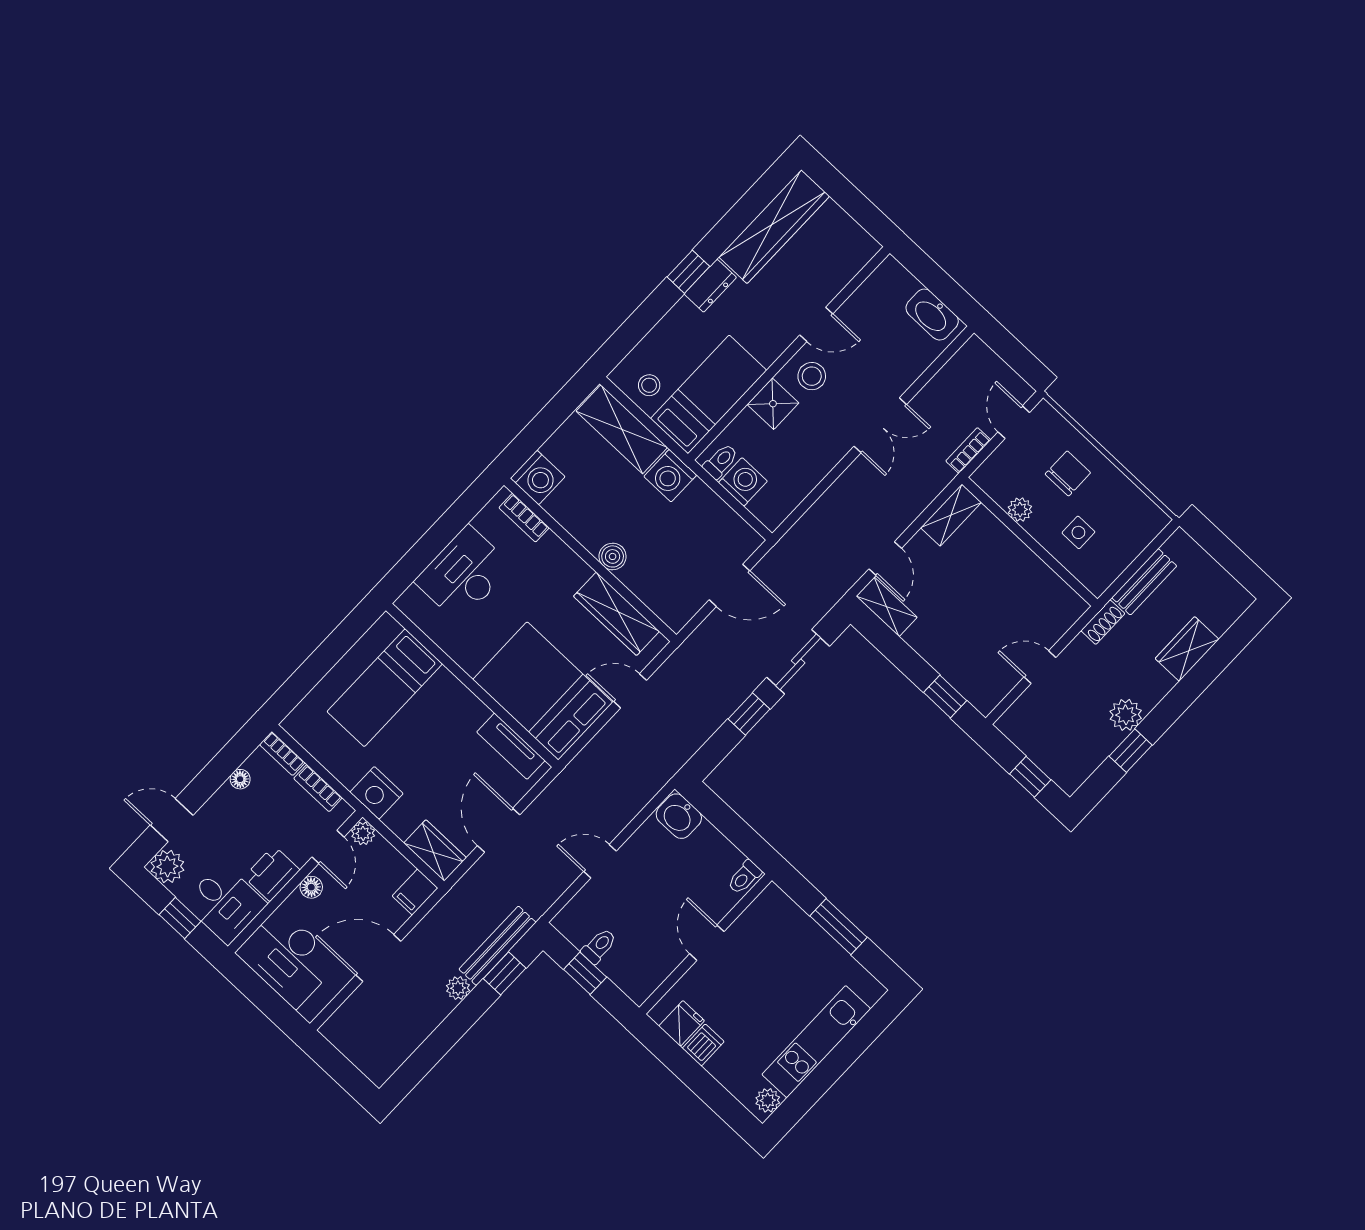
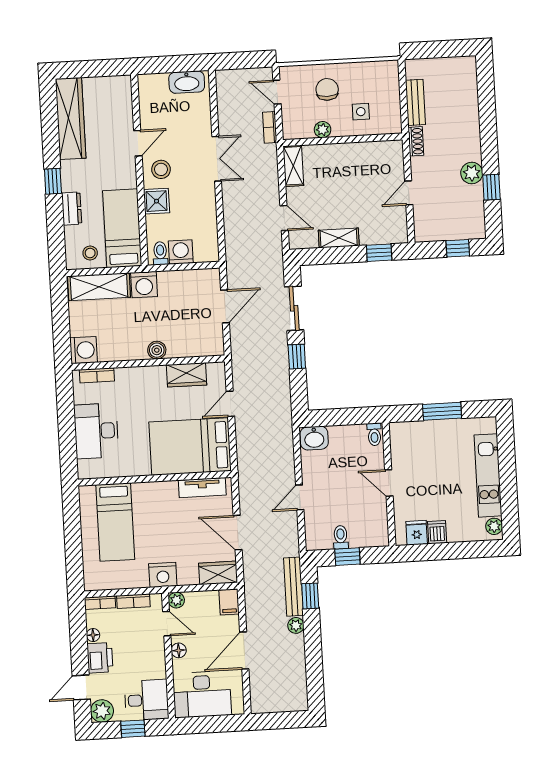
dresser: (710, 286) -> (72, 209), moved
shelving: (887, 607) -> (339, 238), moved
wardrobe: (616, 614) -> (187, 375), width x0.67
wardrobe: (1187, 649) -> (468, 113), removed
printer: (272, 873) -> (100, 658), moved, turned 180

